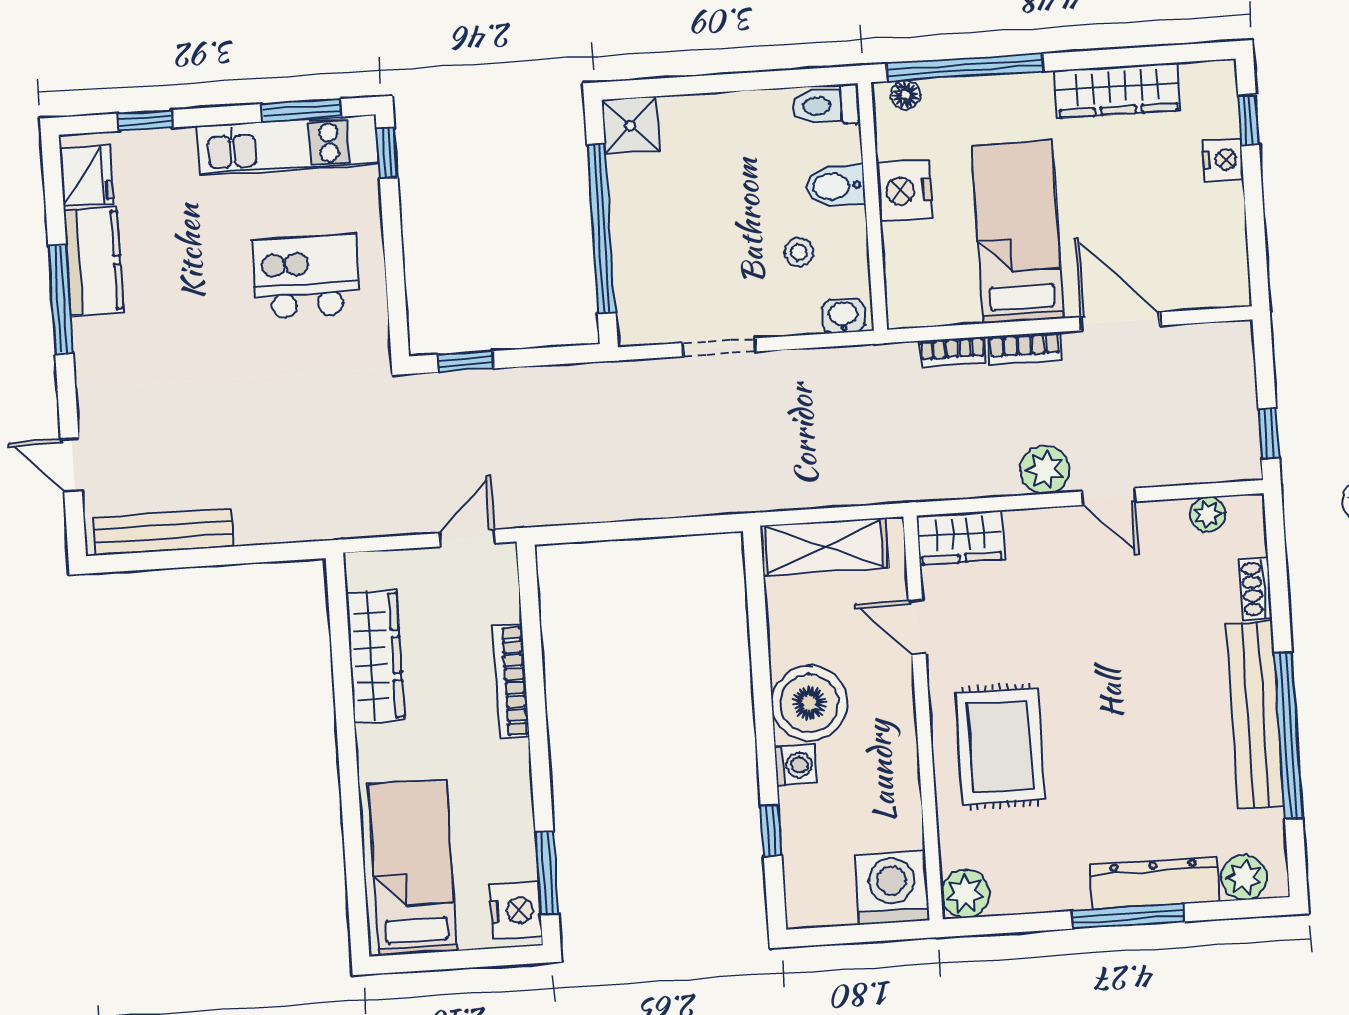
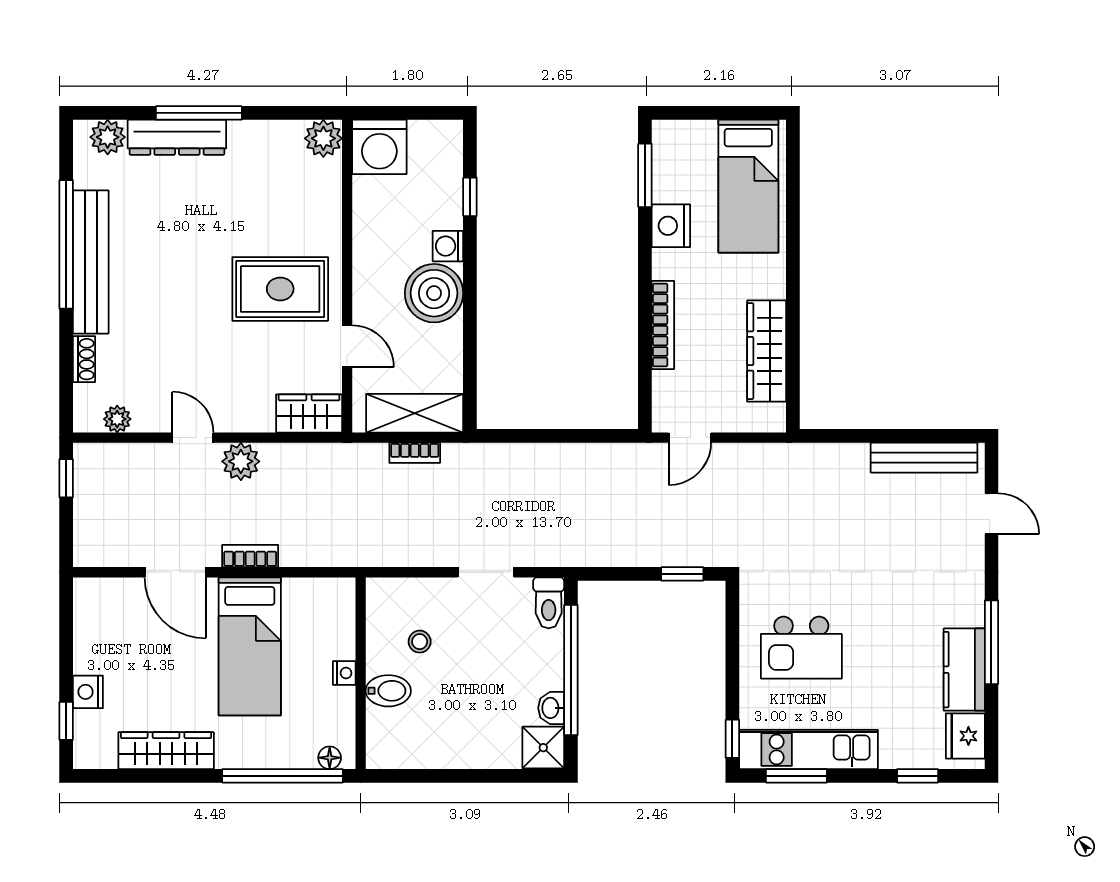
toilet: (826, 105) -> (549, 603), moved, turned 90
nightstand: (904, 191) -> (344, 673), width x0.53, depth x0.56
washbasin: (843, 316) -> (551, 708), moved, turned 90
bookcase: (952, 352) -> (415, 453), moved, turned 180
rug: (1000, 746) -> (280, 289), moved, turned 90
nightstand: (516, 910) -> (671, 226), moved

